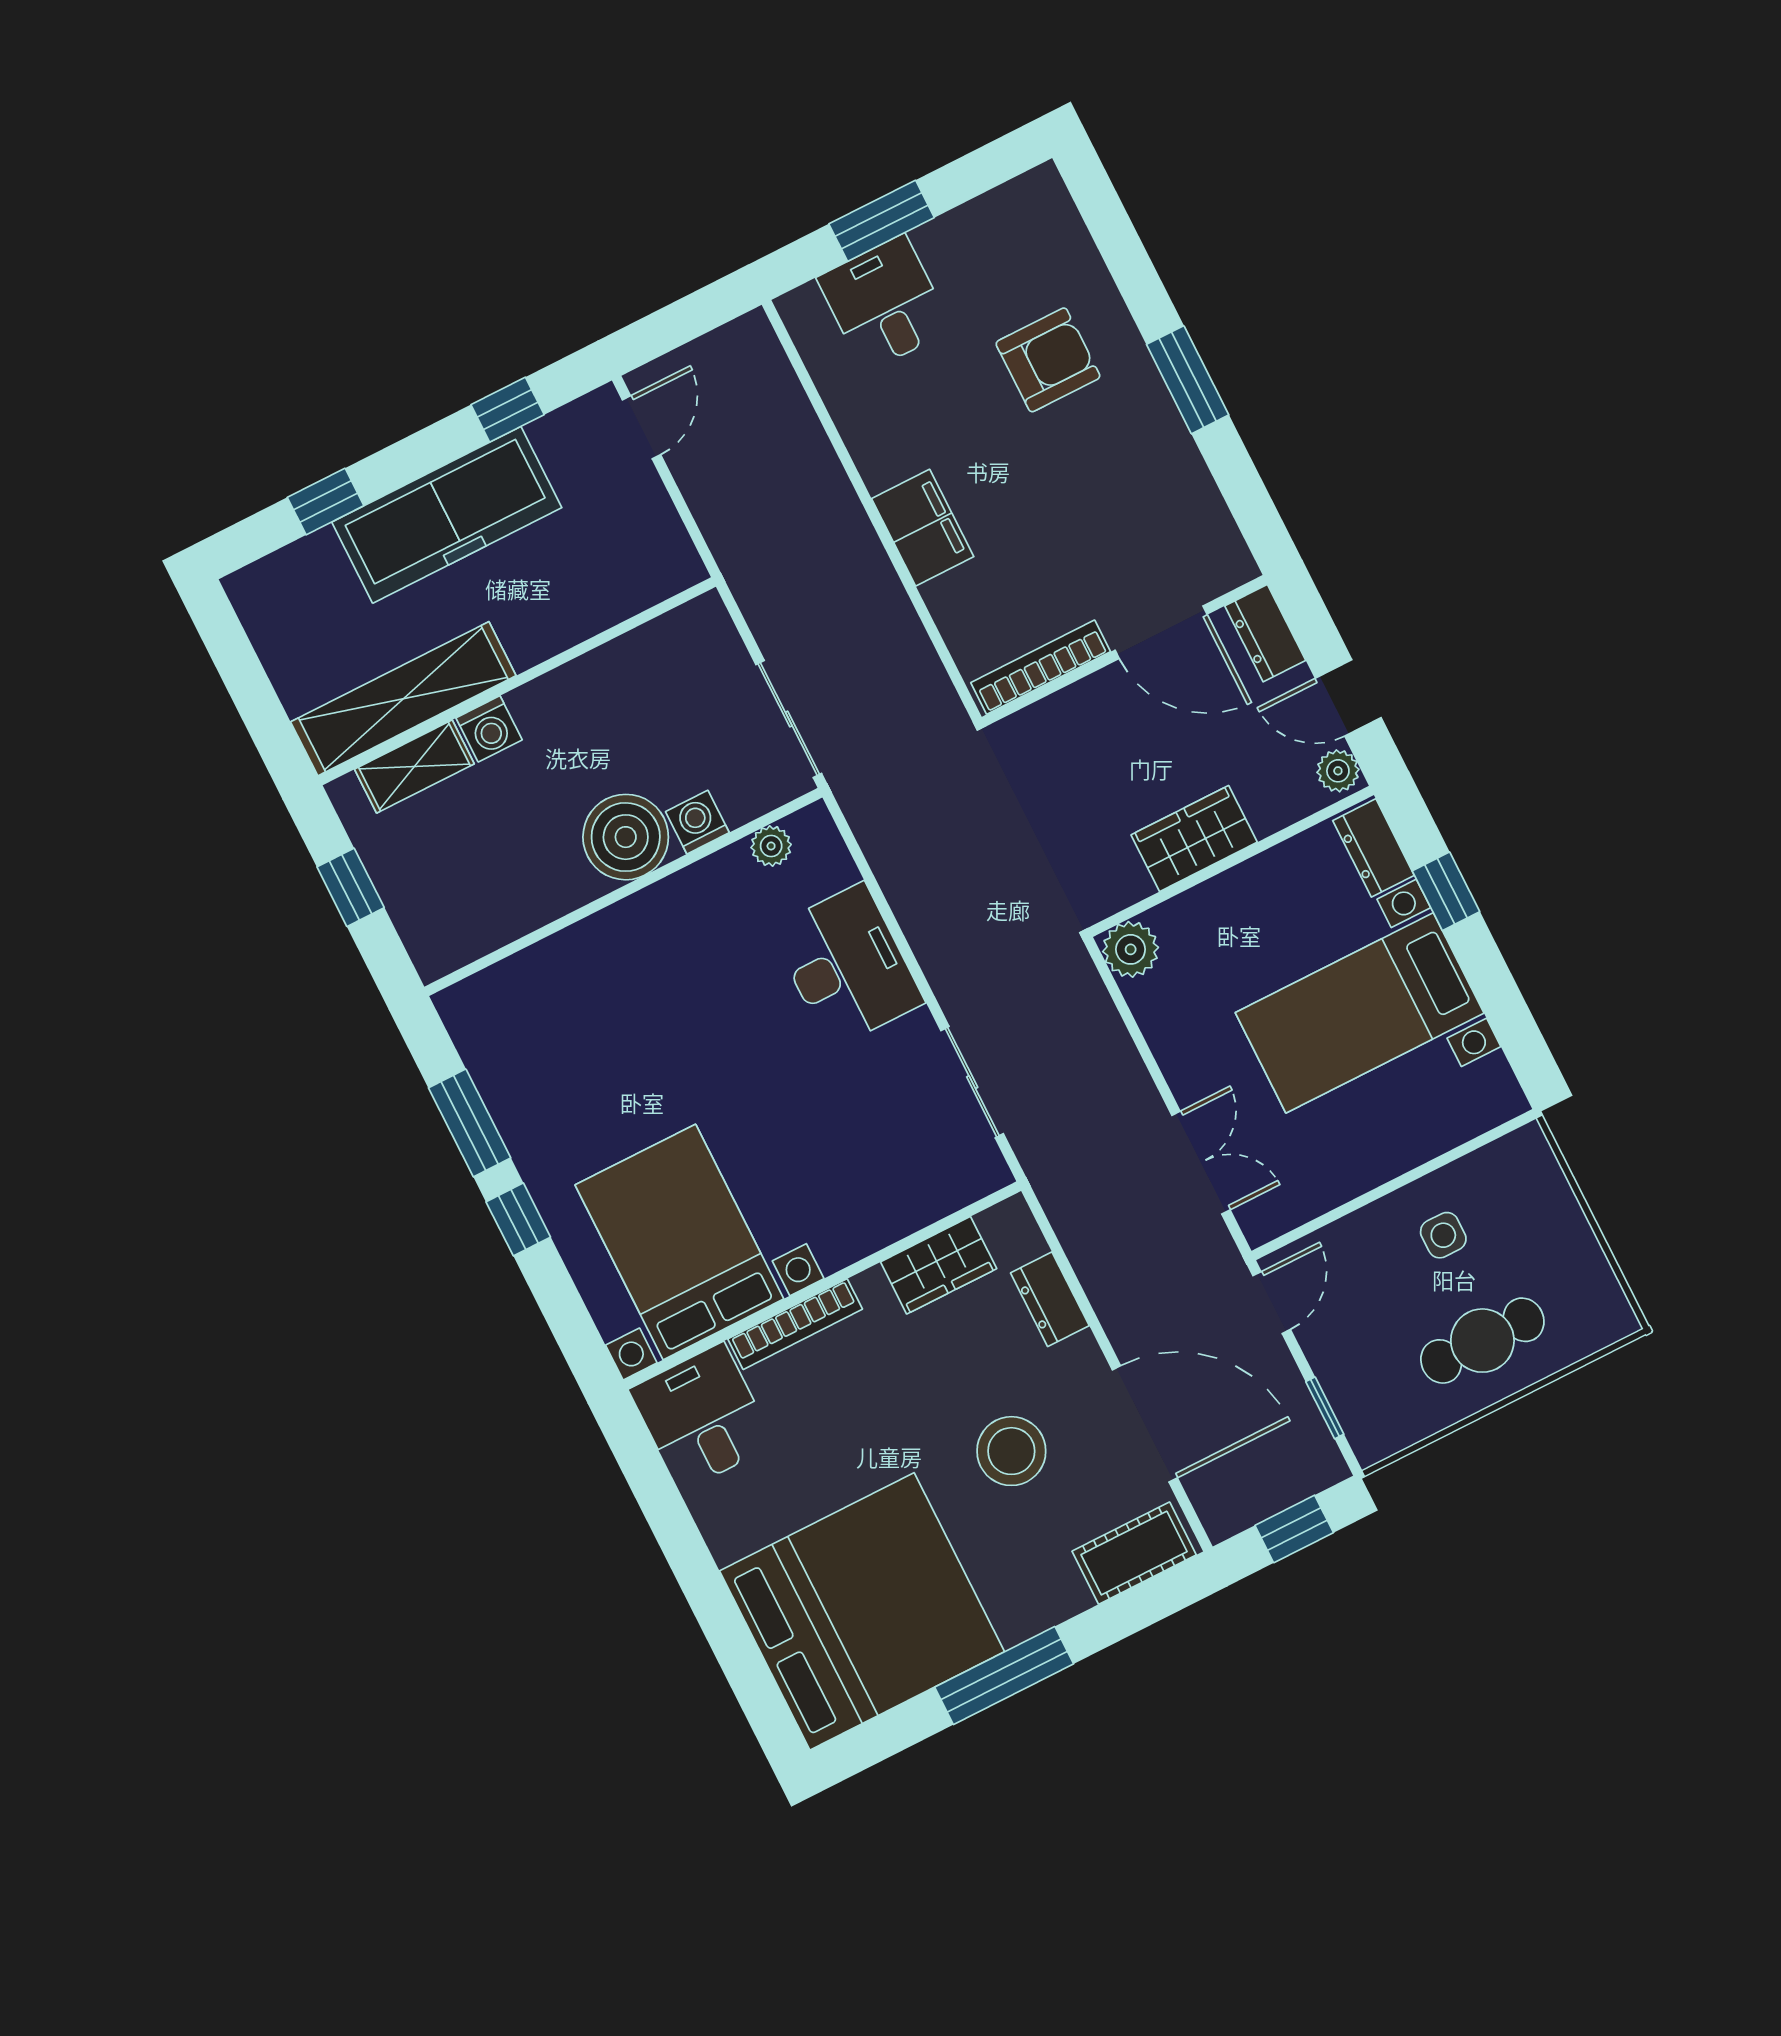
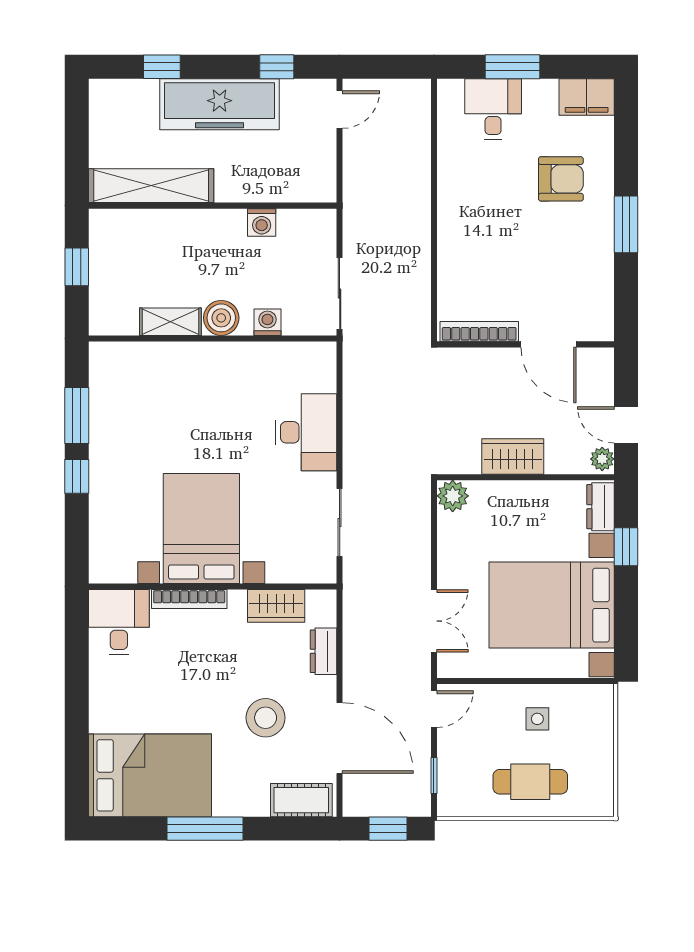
filing cabinet: (923, 528) -> (587, 97), moved, turned 90
dresser: (1265, 633) -> (601, 371), removed
washing machine: (489, 729) -> (262, 222), moved
shelving: (414, 766) -> (170, 322), moved
boiler: (626, 837) -> (221, 318), width x0.73, depth x0.73
plant: (771, 846) -> (298, 353), removed
bed with nightstands: (1360, 1013) -> (552, 605), width x1.36
bed with nightstands: (679, 1242) -> (201, 528), moved
bed: (862, 1611) -> (150, 775), width x0.73

